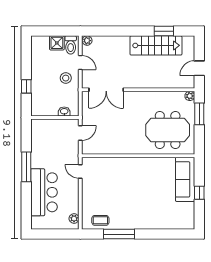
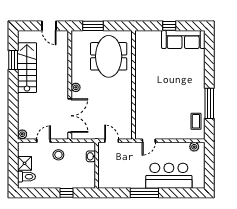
toilet: (71, 45) -> (26, 177), moved
plant: (190, 96) -> (76, 87), moved
sofa: (185, 179) -> (183, 39), moved

